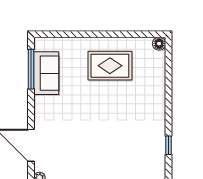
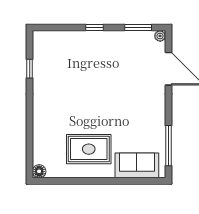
sofa: (46, 73) -> (137, 165), moved, turned 90

